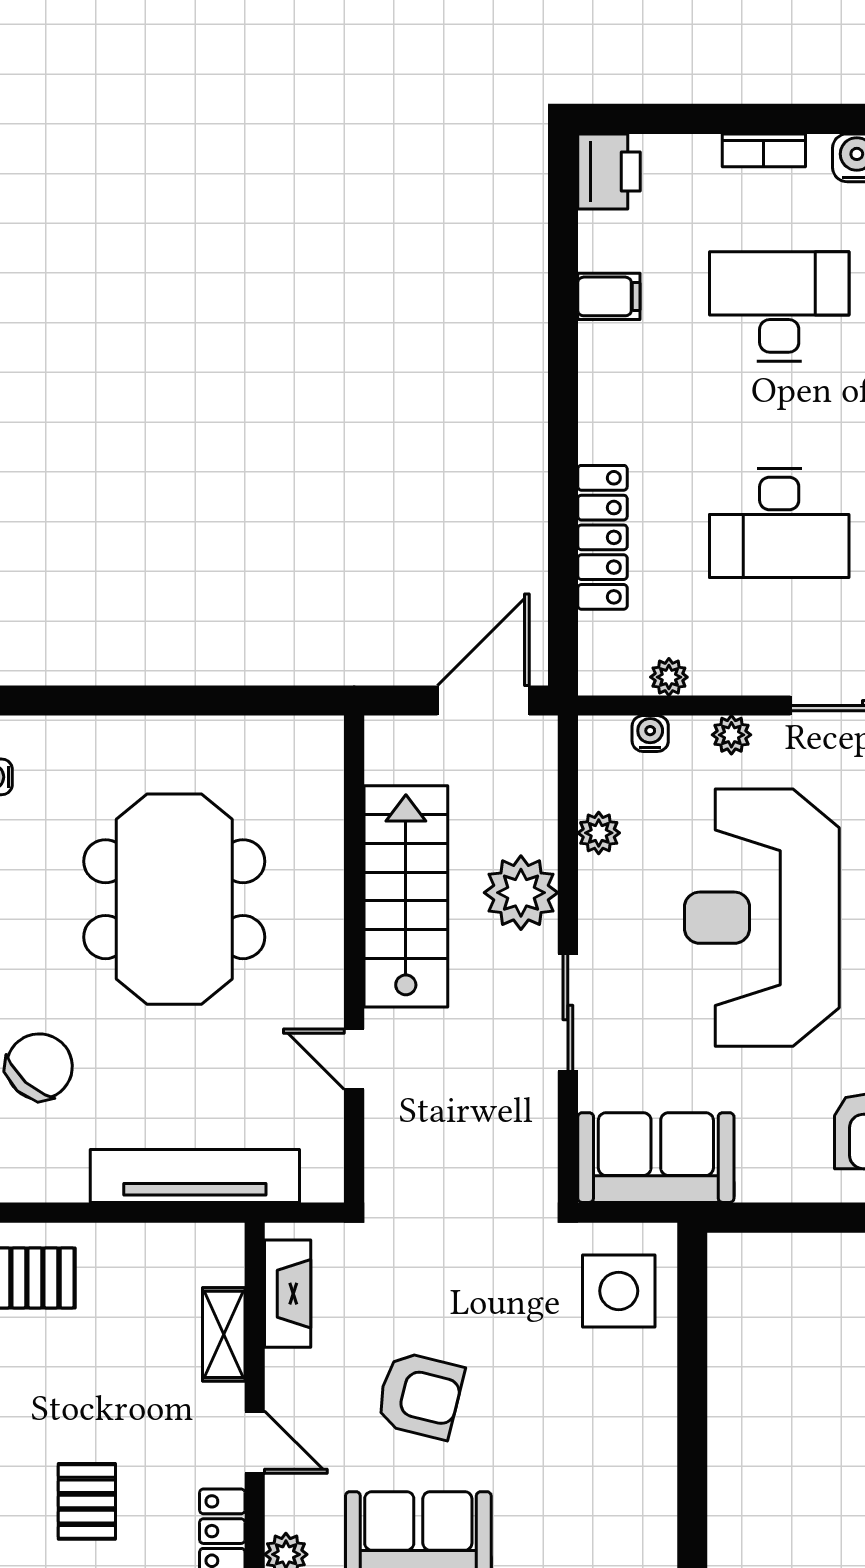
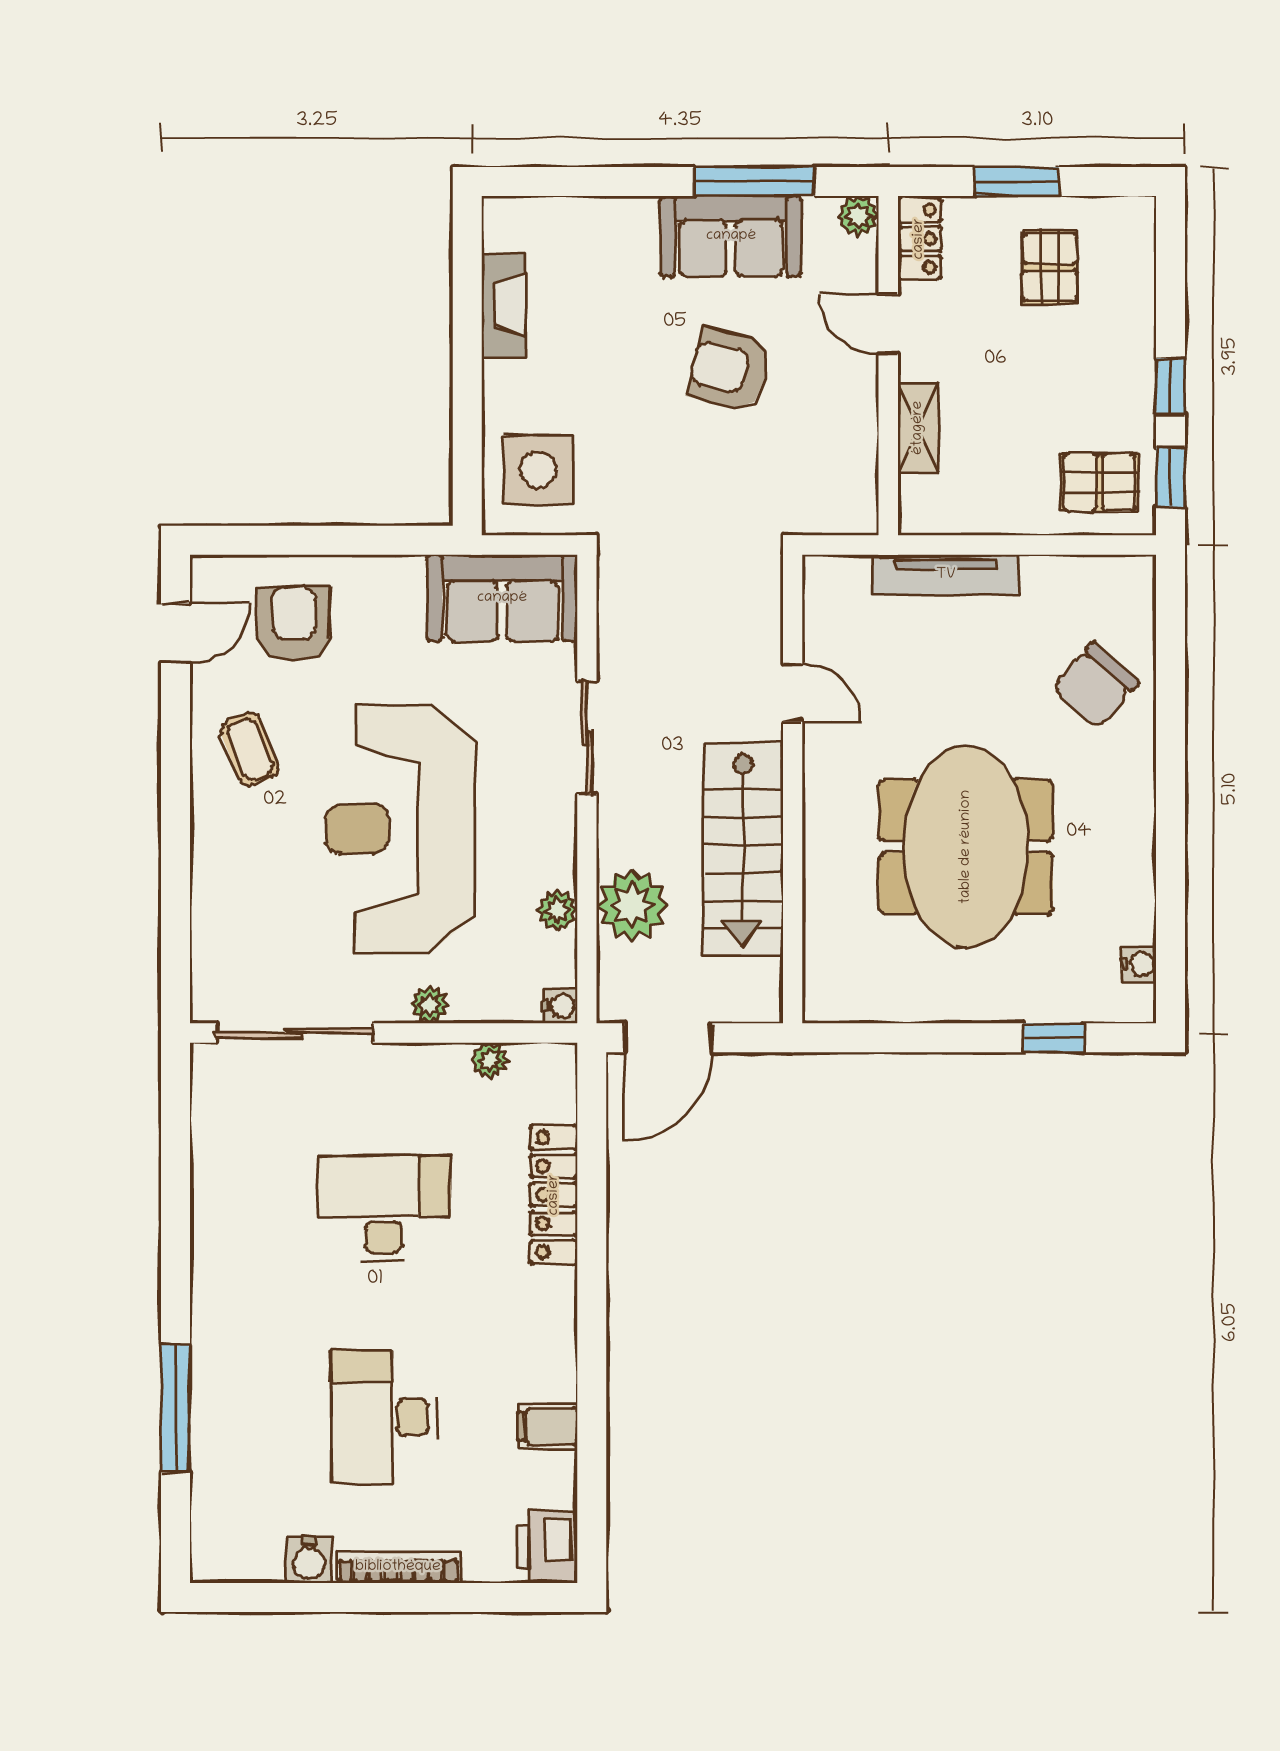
bookcase: (764, 150) -> (398, 1567), width x1.56
desk: (779, 306) -> (384, 1417), turned 90
window: (82, 701) -> (1054, 1038), added
water cooler: (650, 734) -> (560, 1006), moved, turned -90
plant: (521, 893) -> (632, 905), moved
reception desk: (762, 918) -> (400, 829), turned 180
tv unit: (195, 1176) -> (946, 575), width x0.73, depth x0.78
fireplace: (288, 1294) -> (504, 305), moved, turned 180

